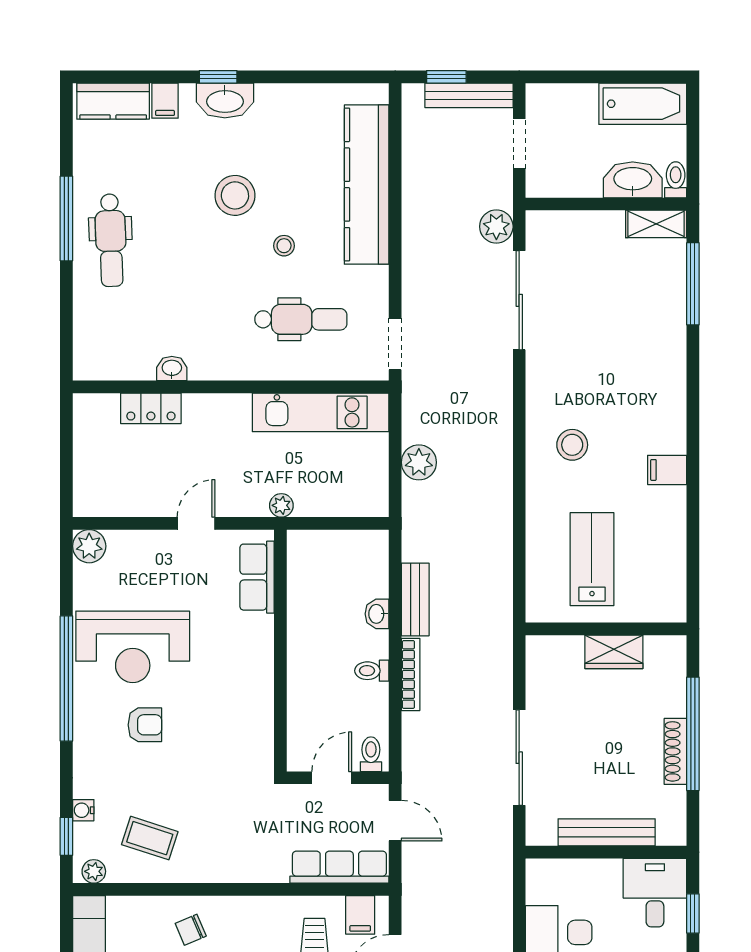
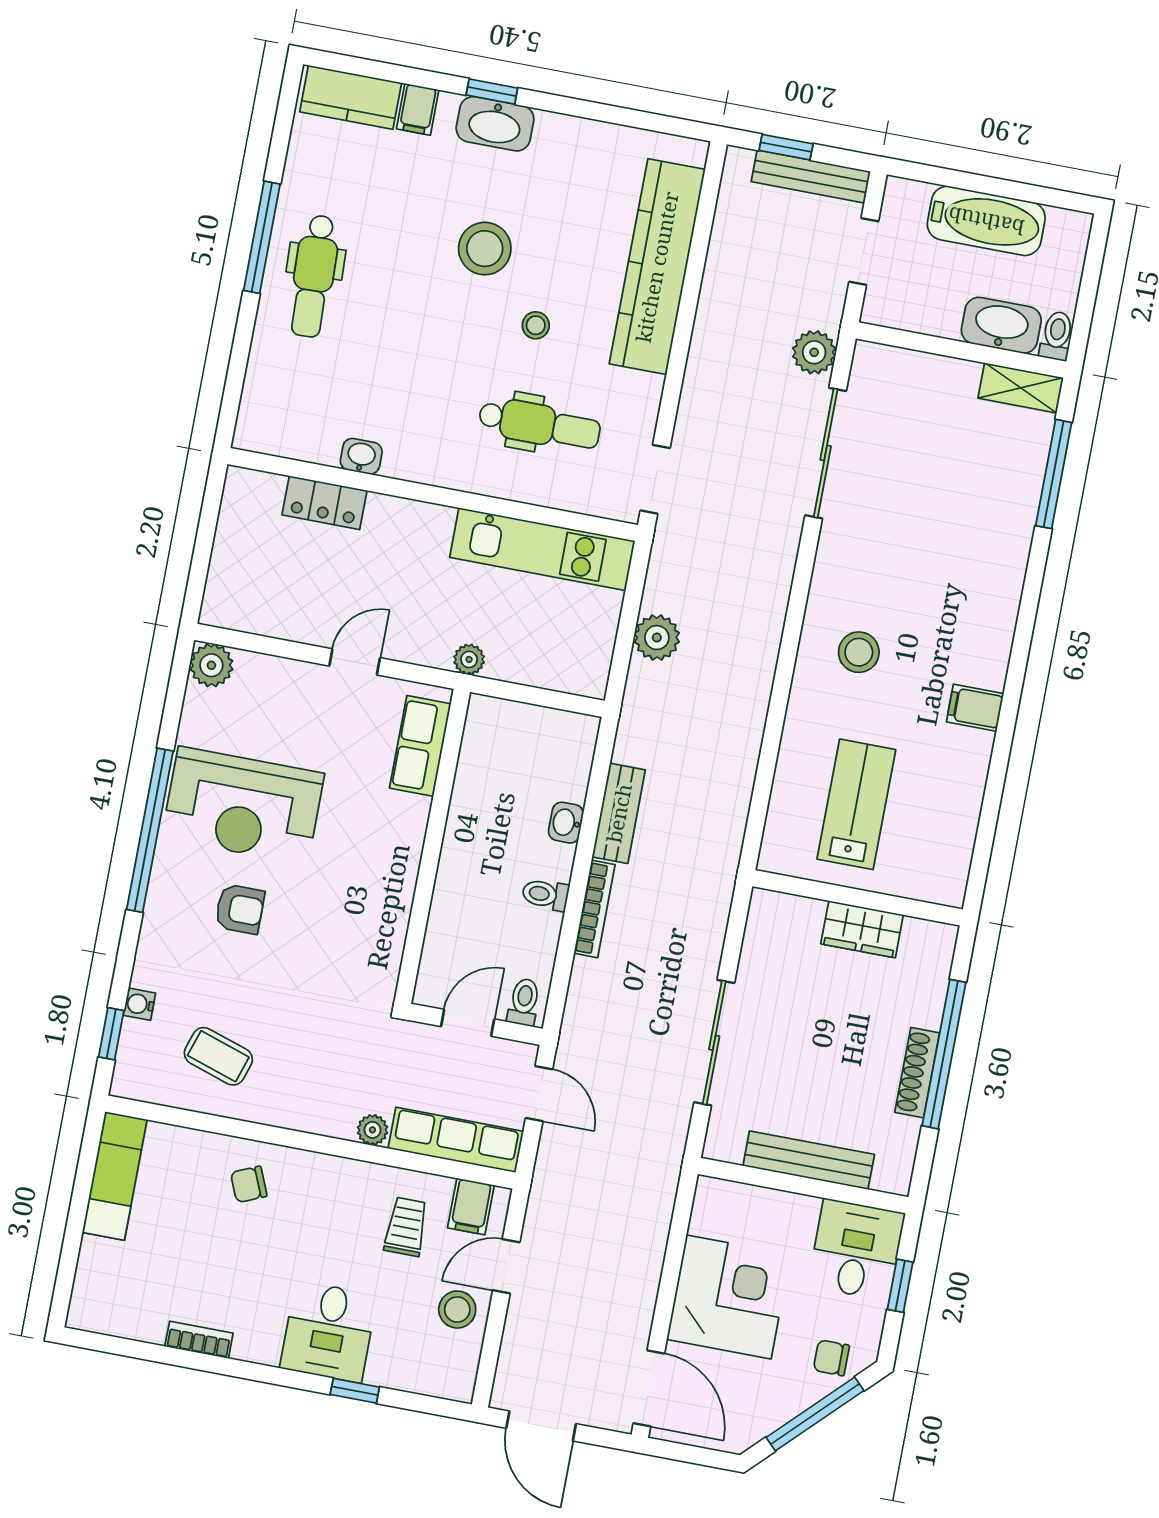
bathtub: (643, 104) -> (986, 221), moved
plant: (94, 871) -> (372, 1130), moved

